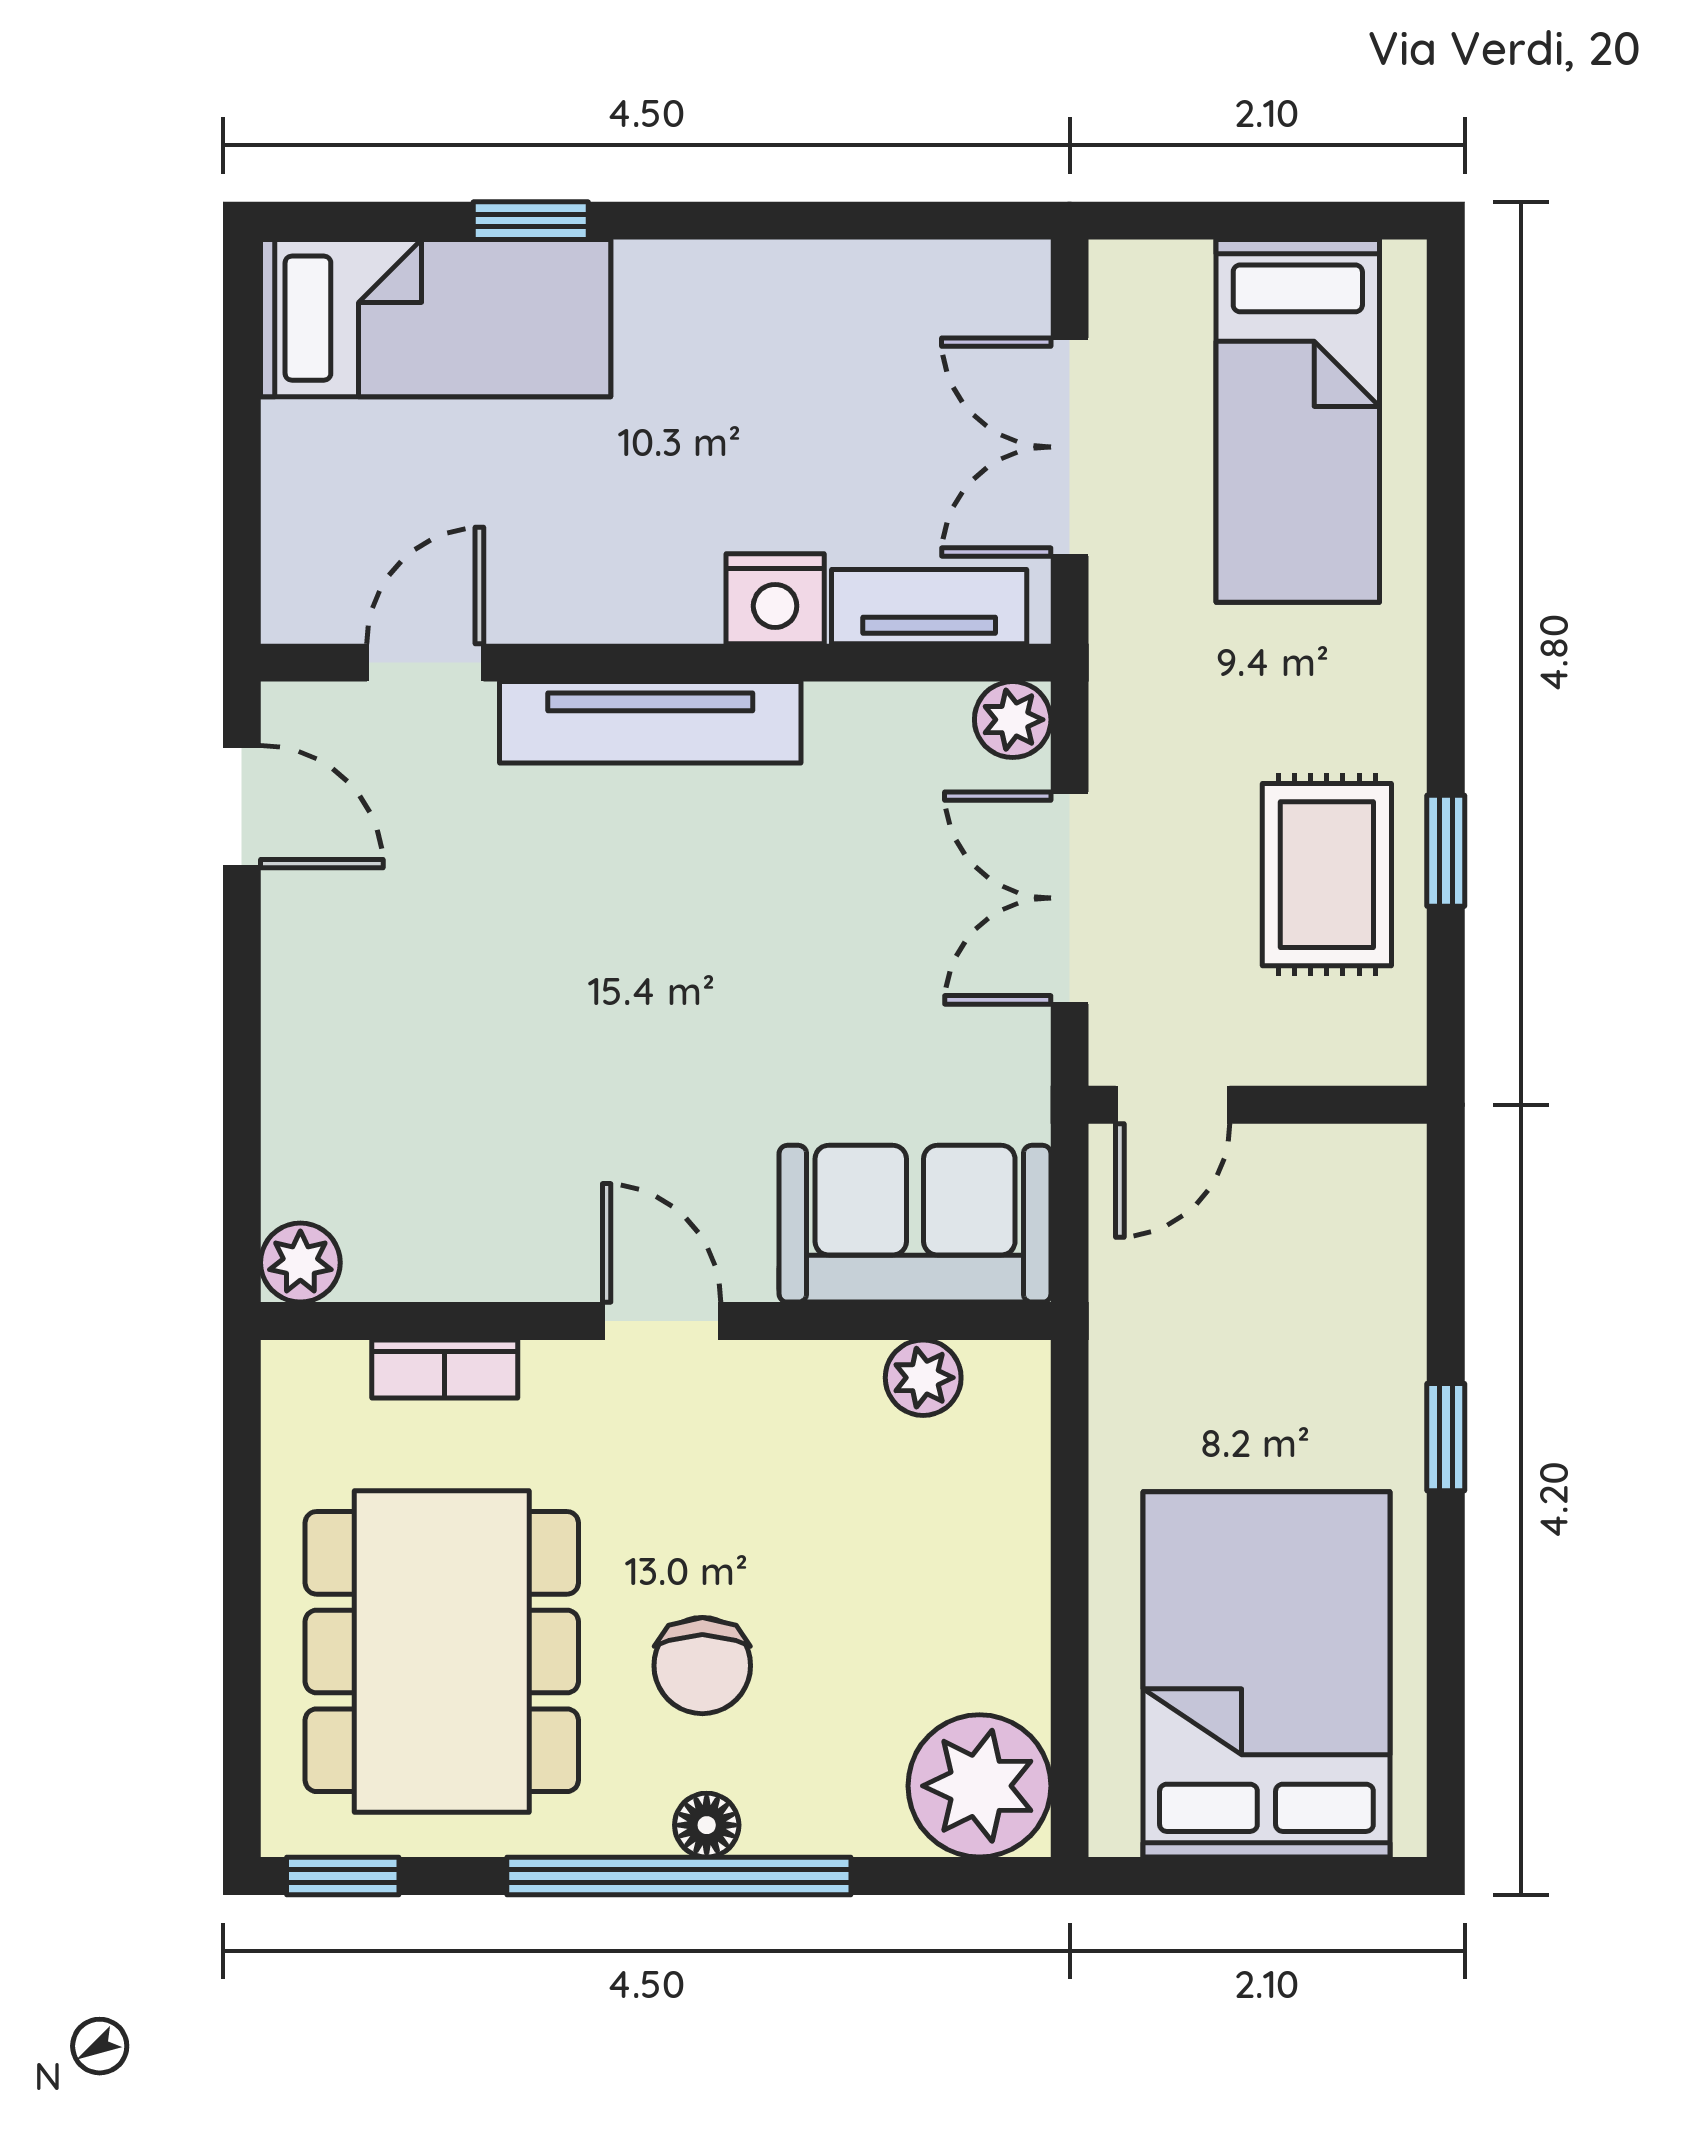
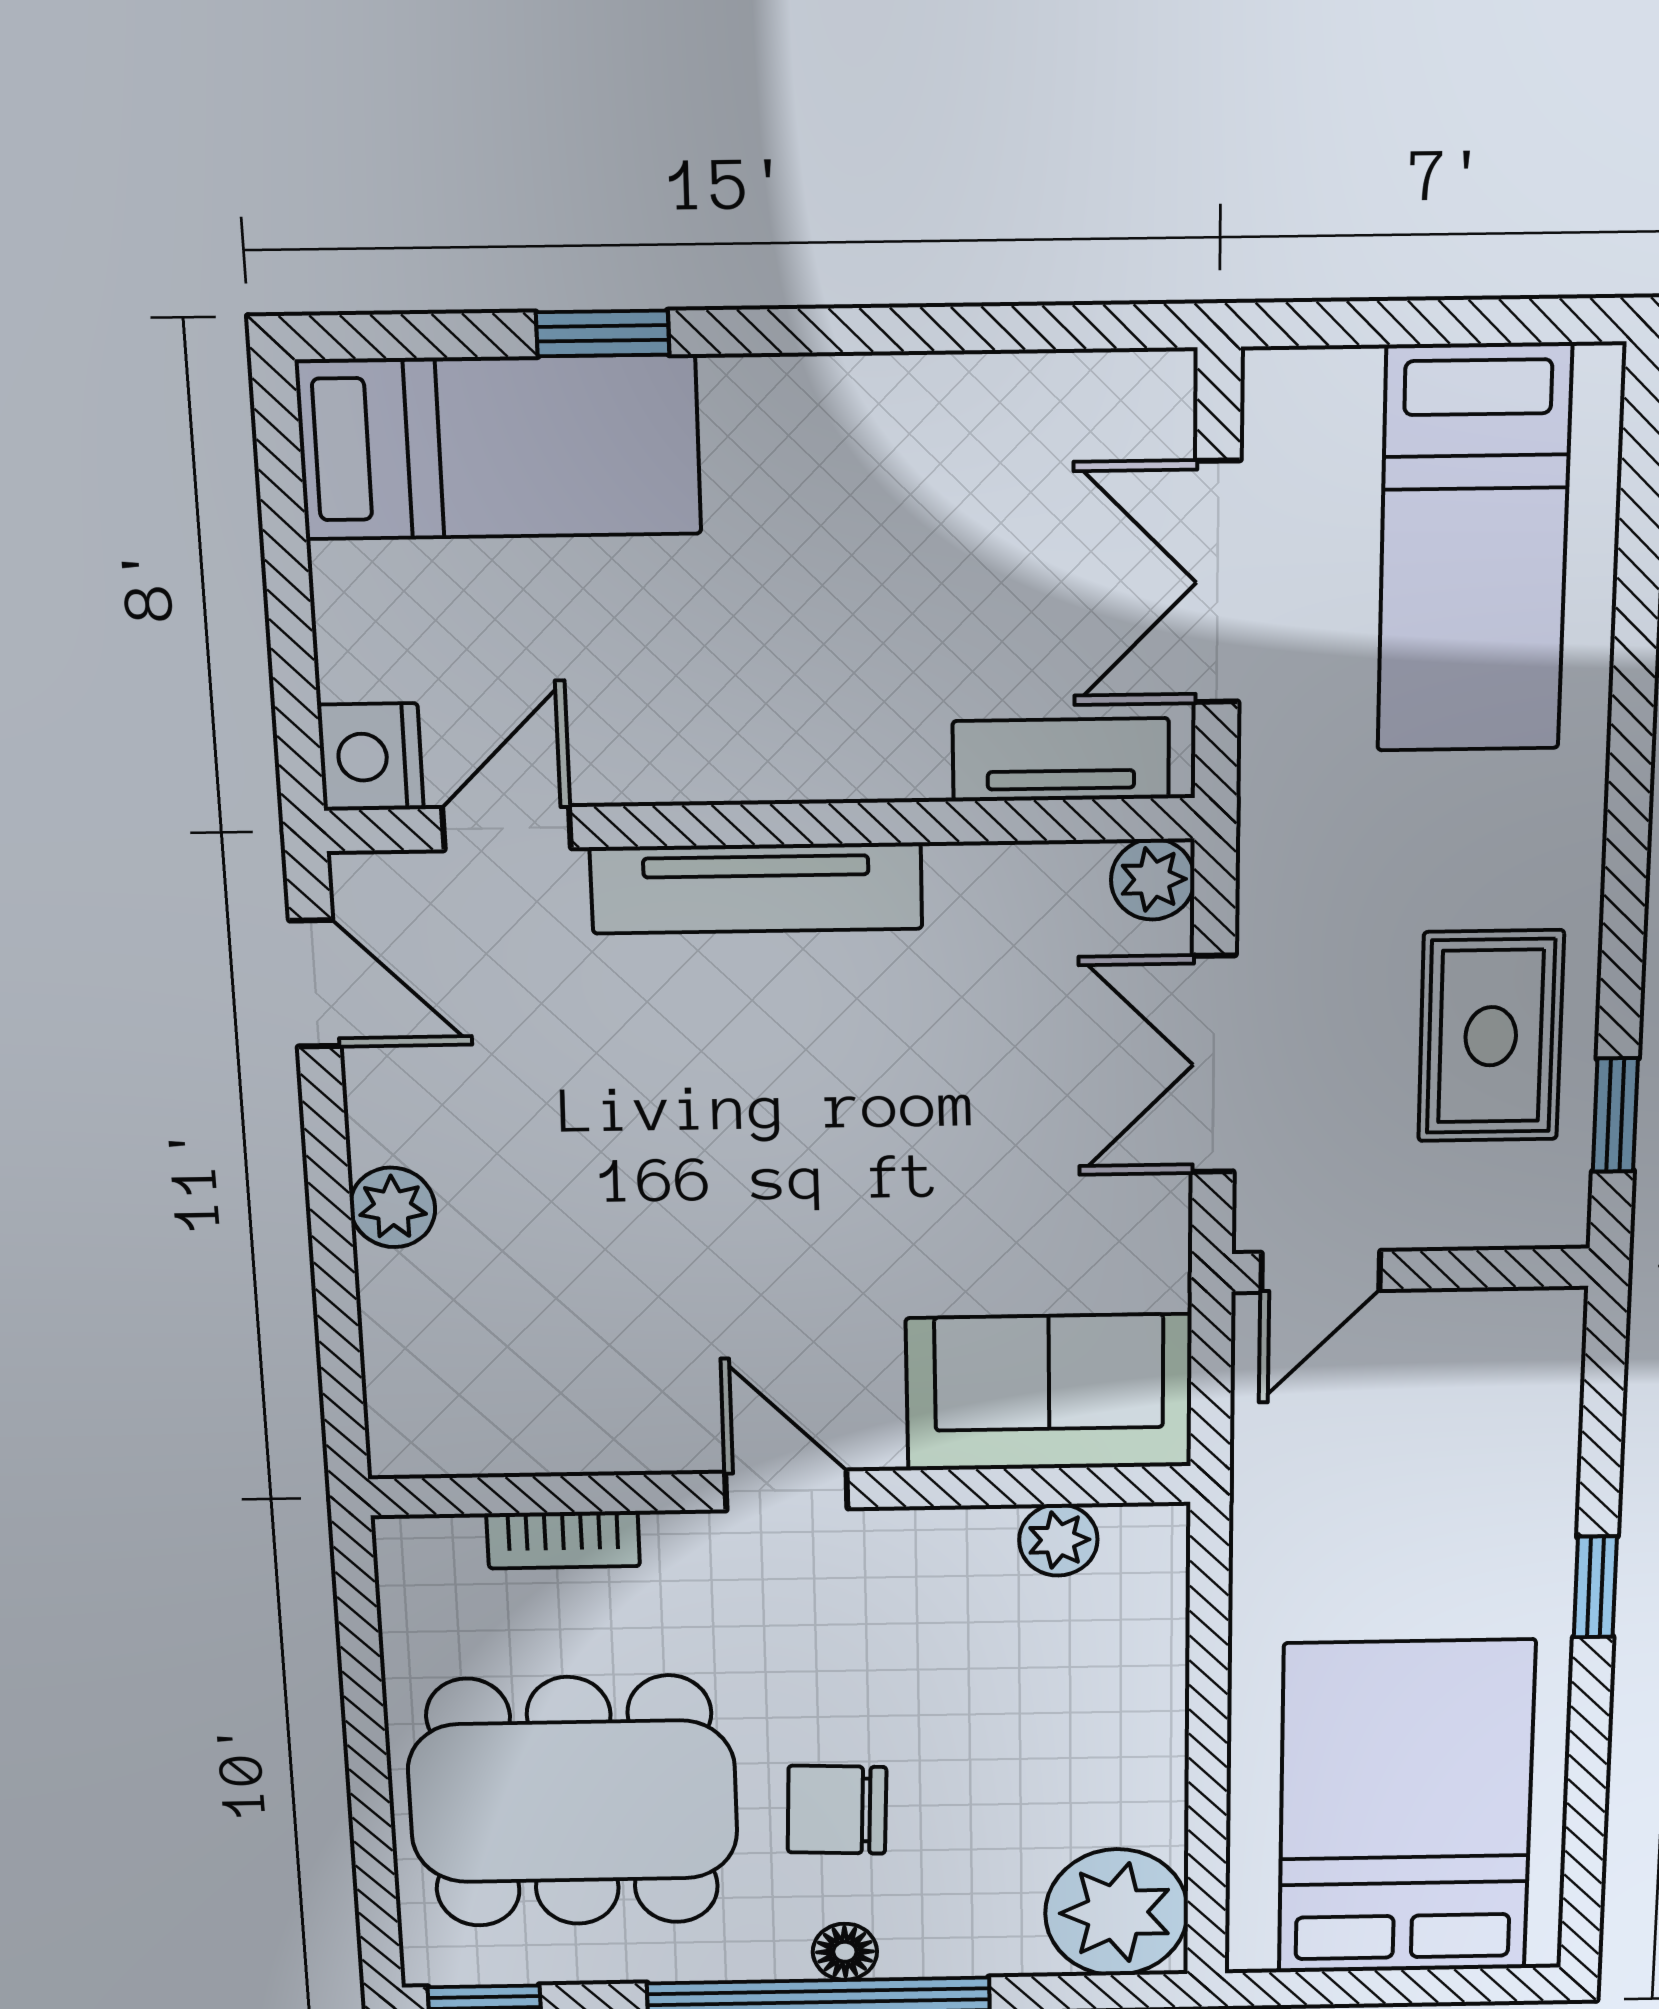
nightstand: (775, 599) -> (371, 757), moved, turned 90
window: (1446, 851) -> (1615, 1115), moved
plant: (300, 1263) -> (393, 1207), moved
dining table: (442, 1652) -> (573, 1802), turned 90
chair: (702, 1666) -> (837, 1810), turned 92

